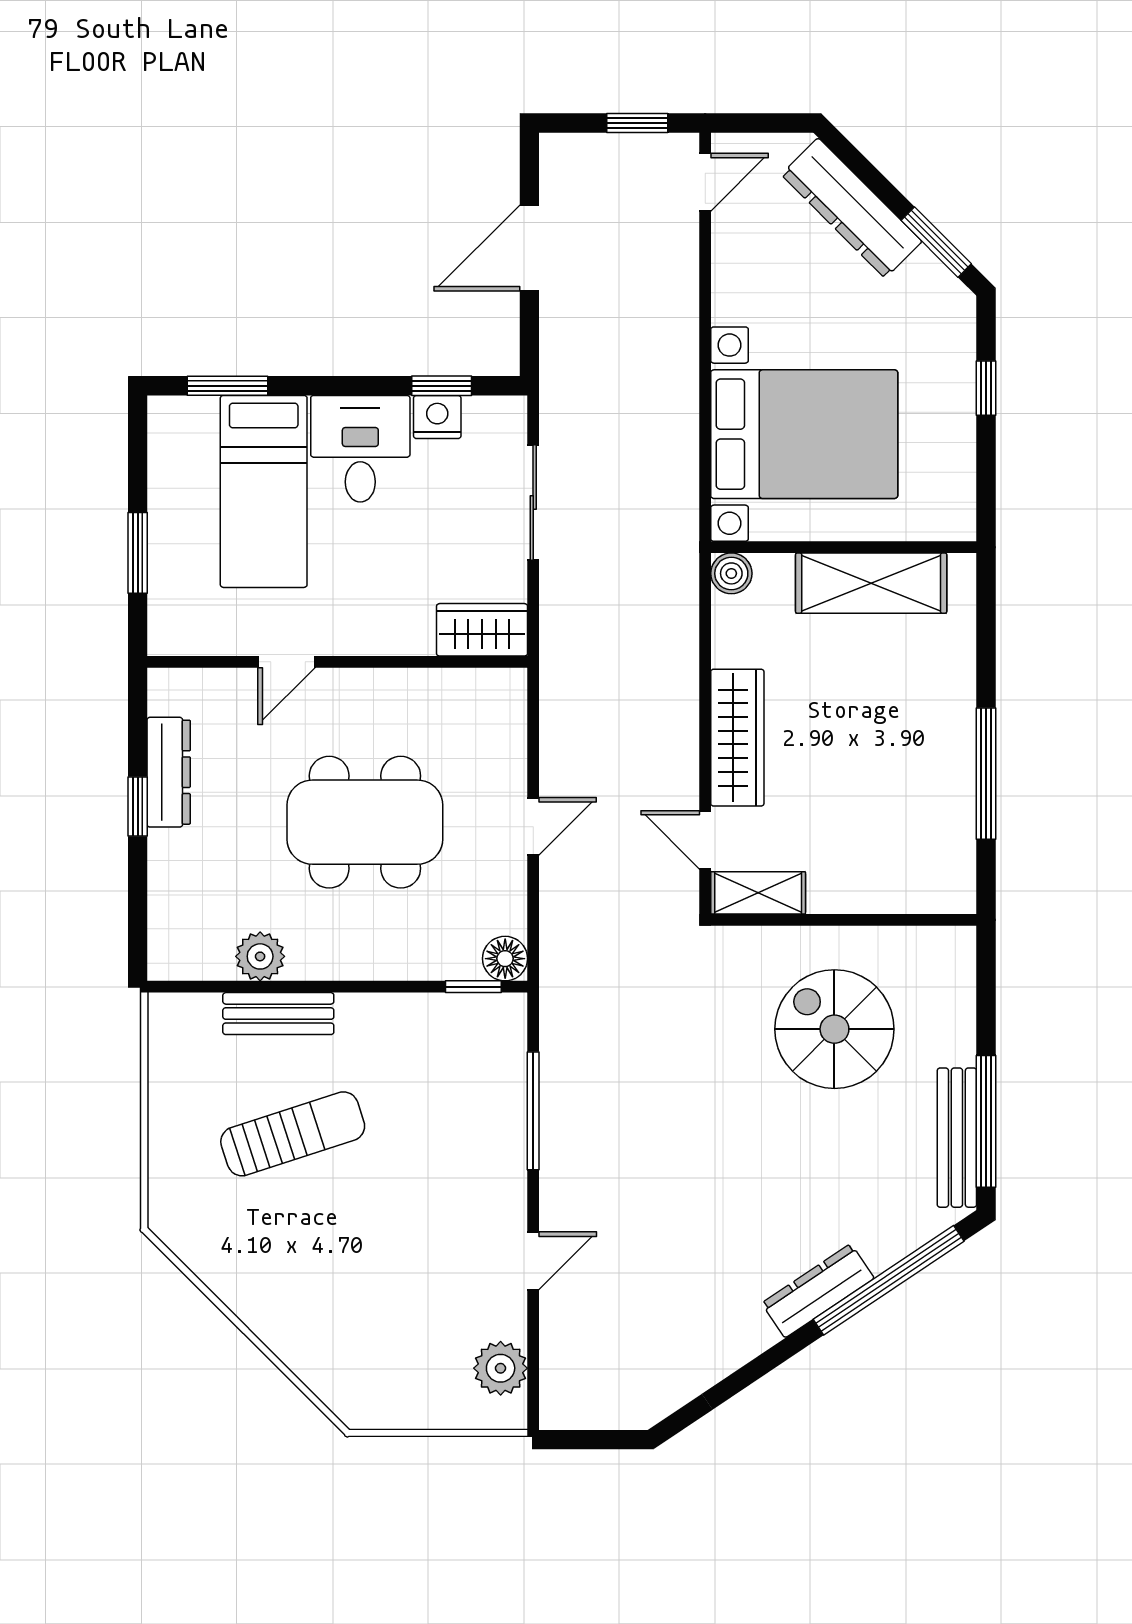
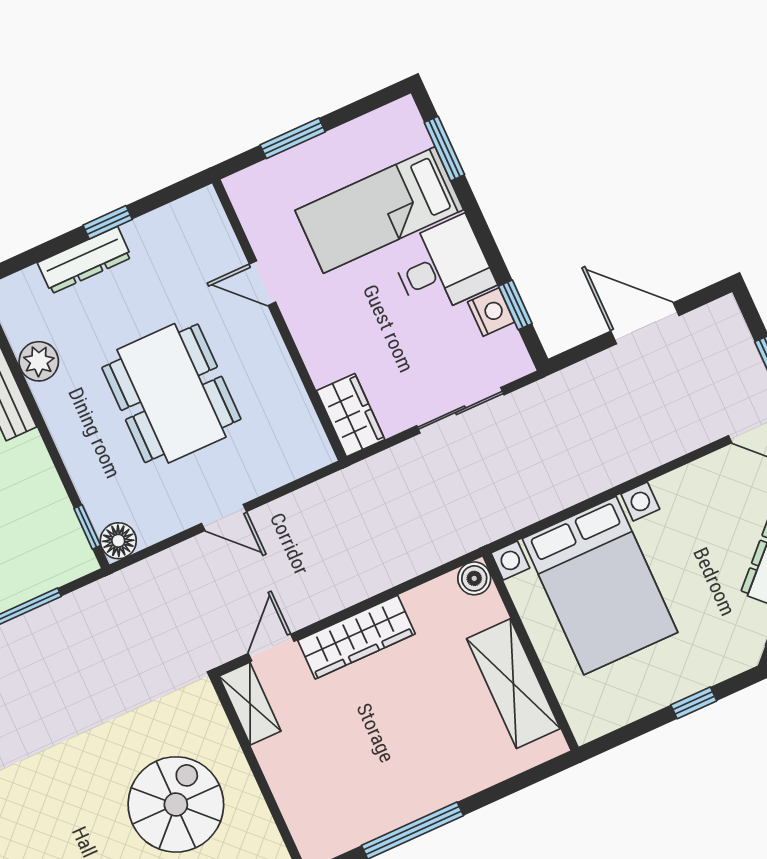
dresser: (169, 772) -> (85, 260), moved

